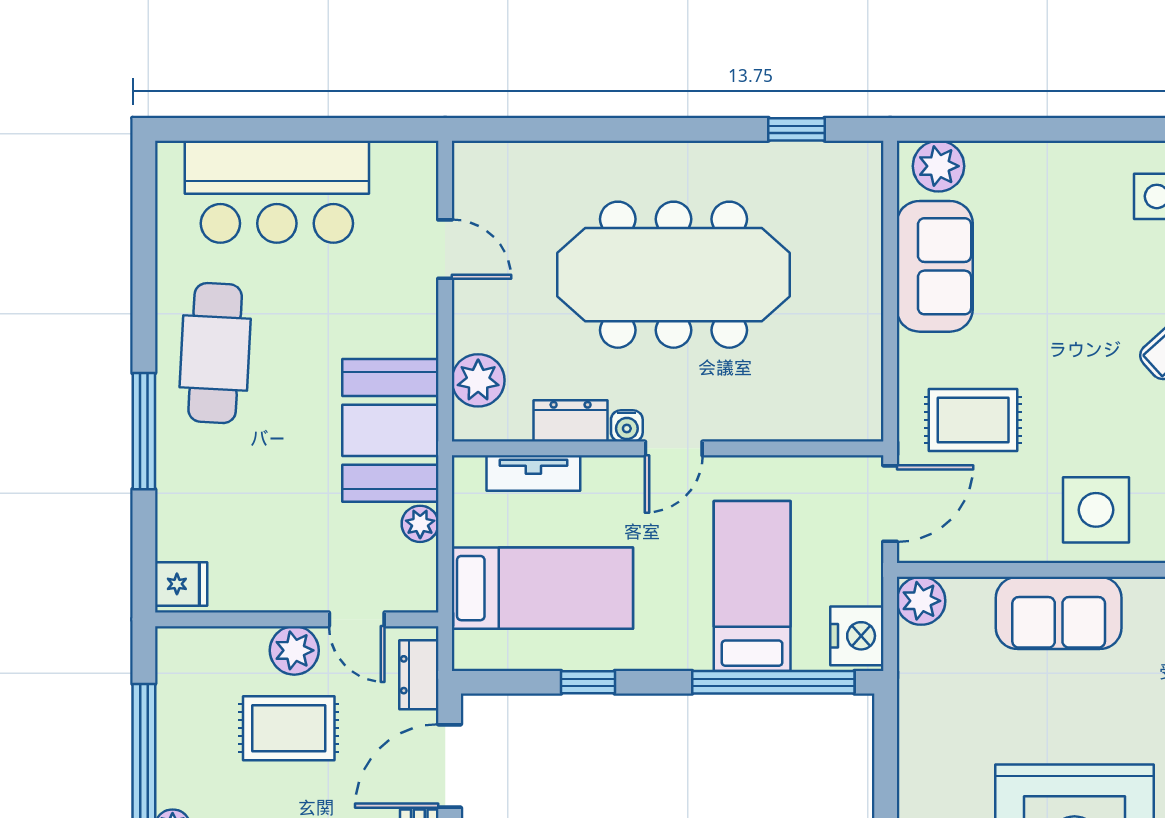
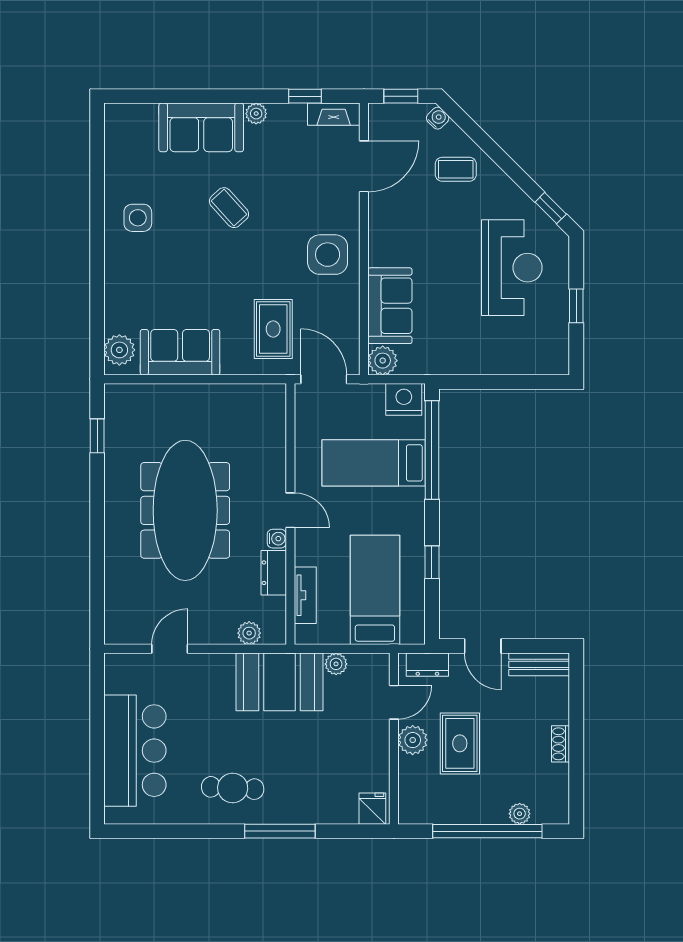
cafe table: (215, 353) -> (233, 788), width x0.73, depth x0.74
plant: (478, 380) -> (249, 633), width x0.73, depth x0.73
sofa: (1059, 613) -> (390, 306), moved
door: (450, 766) -> (483, 646), width x0.73

